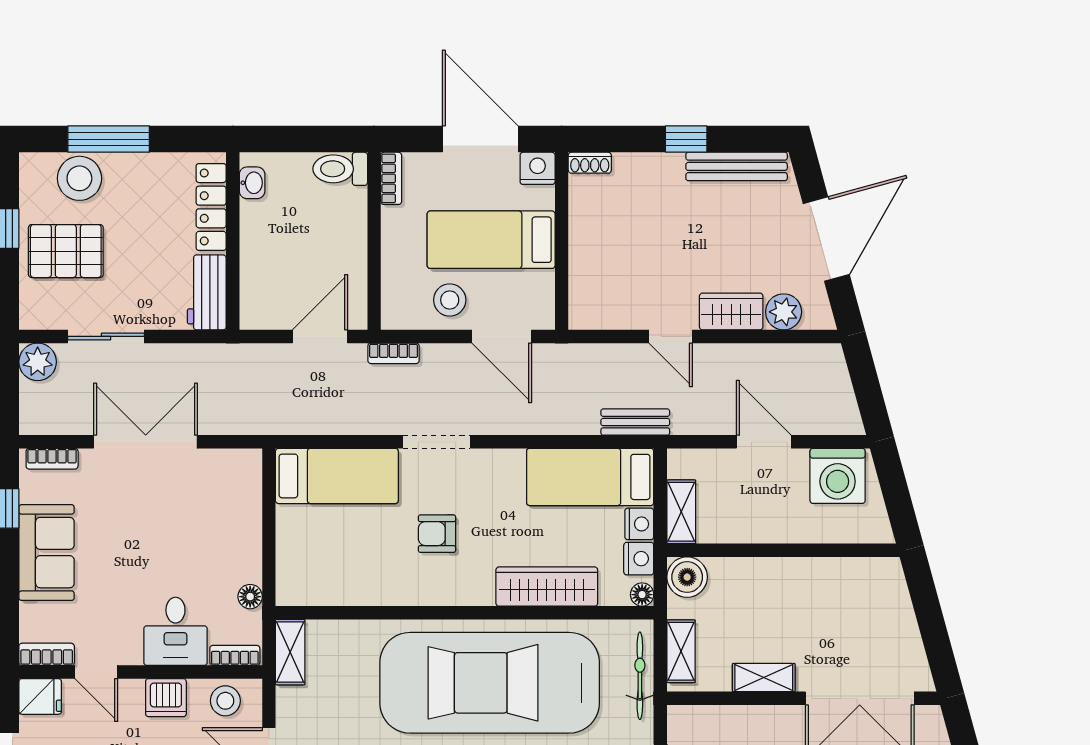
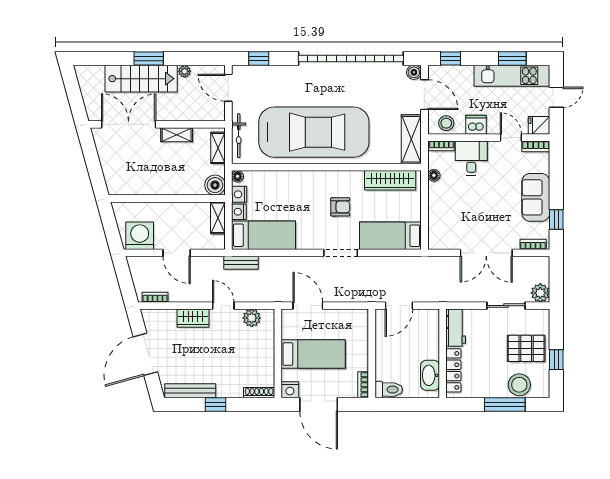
shoe rack: (590, 163) -> (259, 393), width x1.43
washbasin: (252, 183) -> (430, 375), width x1.91, depth x1.45
stool: (450, 300) -> (334, 324), removed
plant: (784, 312) -> (252, 318), moved
bookcase: (394, 353) -> (155, 297), moved
wardrobe: (547, 587) -> (390, 180), moved
shelving: (290, 652) -> (411, 139), width x1.50, depth x1.33

